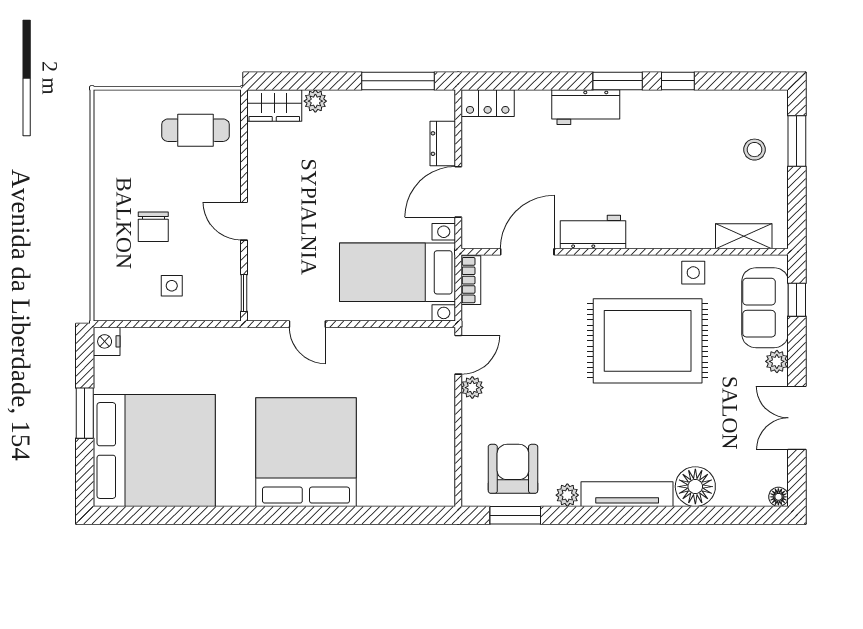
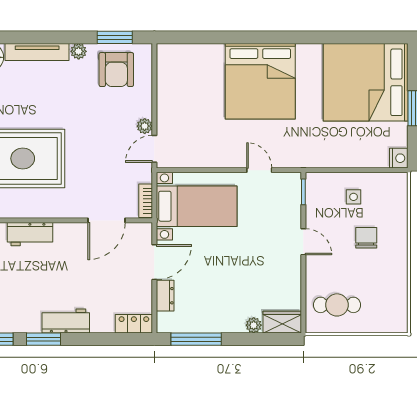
workbench: (593, 232) -> (30, 234), moved

